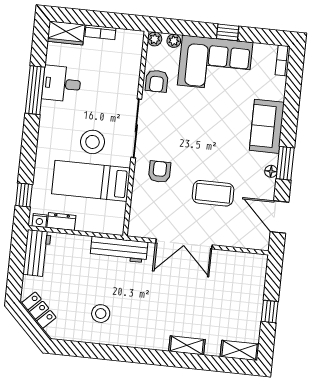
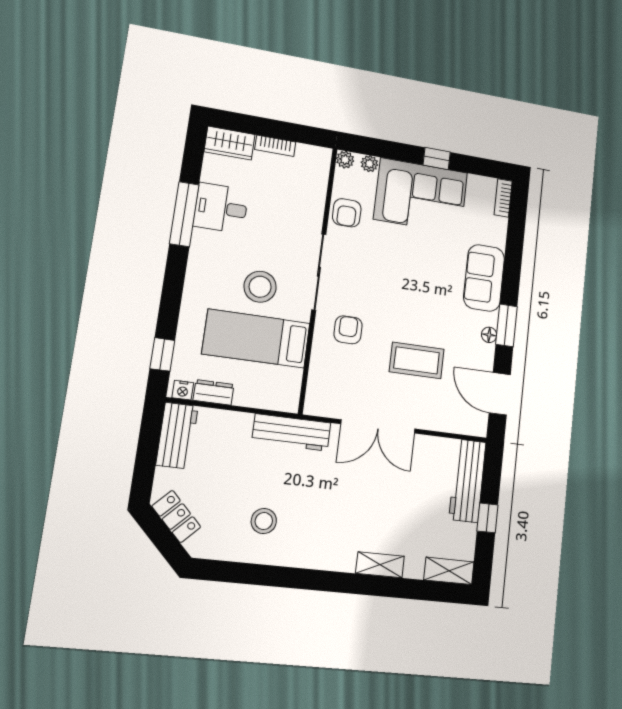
workbench: (254, 284) -> (468, 481), added

